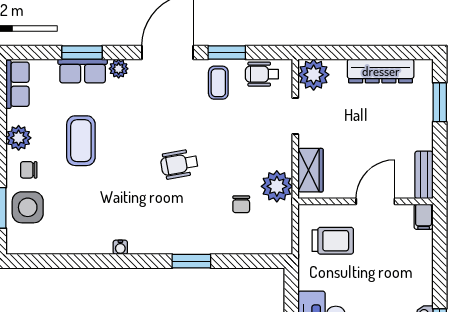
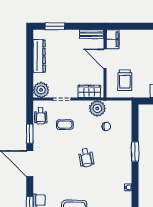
plant: (119, 69) -> (38, 188), removed
coffee table: (218, 83) -> (65, 125), moved
filing cabinet: (424, 217) -> (113, 39), width x2.00
trolley: (333, 241) -> (125, 80), turned 180

